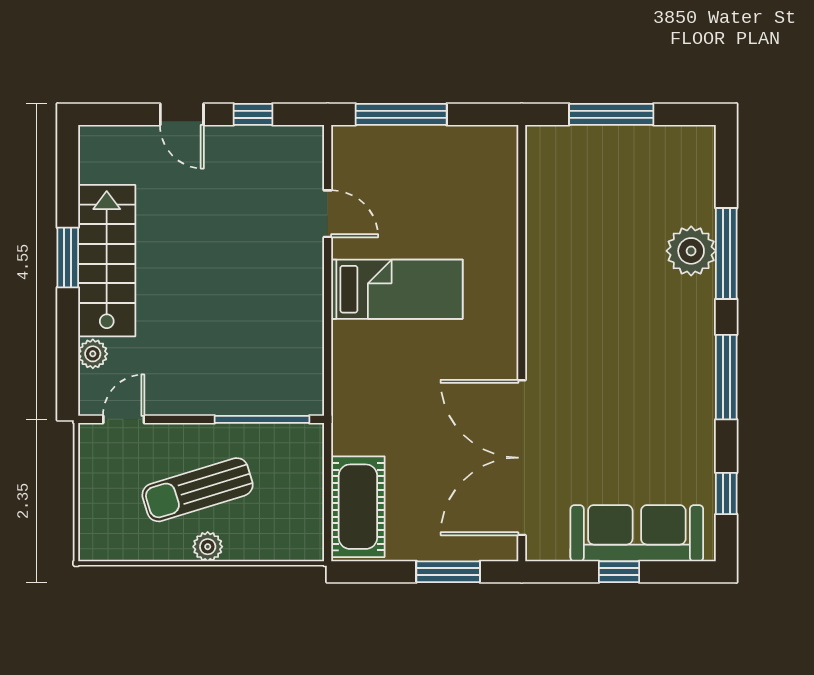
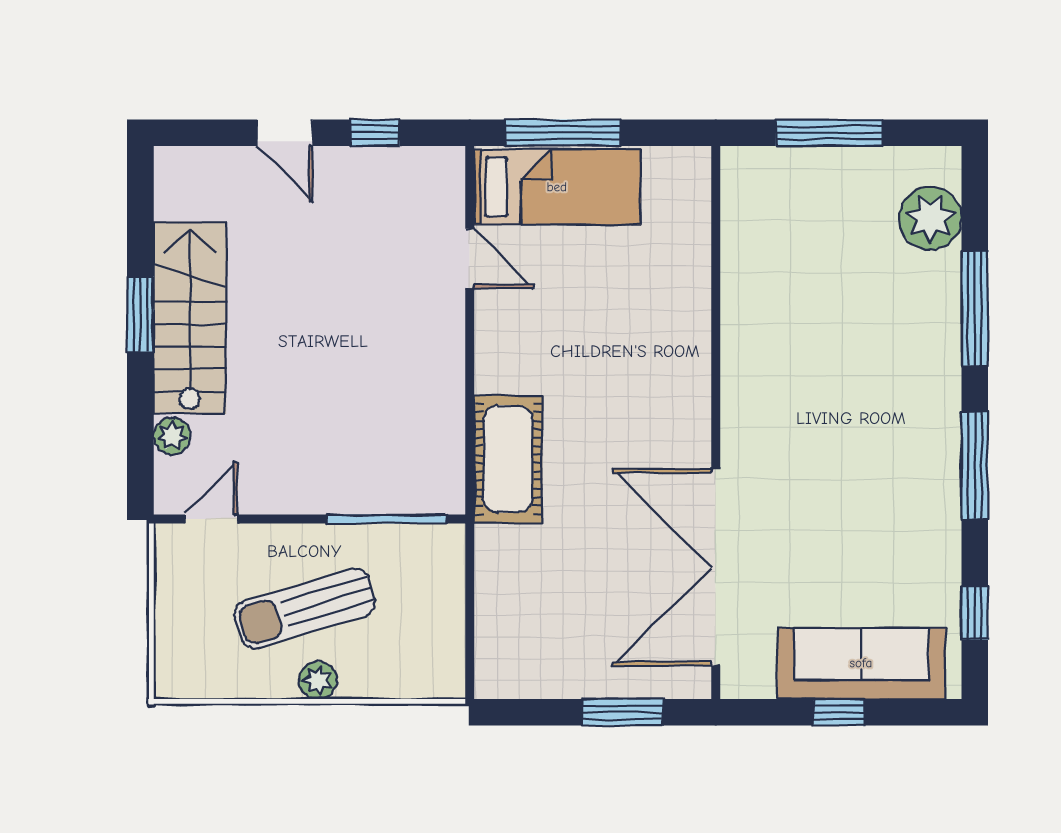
plant: (691, 251) -> (930, 218), moved
bed: (397, 289) -> (557, 187), moved
cot: (358, 507) -> (508, 459), moved

